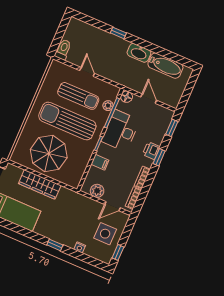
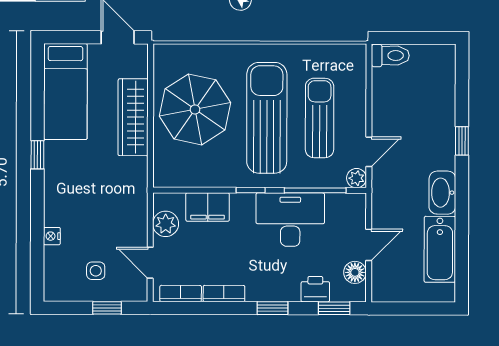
door: (87, 72) -> (369, 152), moved
sun lounger: (78, 96) -> (320, 118), turned 180
floor lamp: (126, 97) -> (355, 272), moved
plant: (108, 106) -> (357, 178), moved
printer: (151, 151) -> (315, 289), moved
filing cabinet: (100, 162) -> (208, 207), width x2.00
side table: (105, 234) -> (96, 271), width x0.54, depth x0.54
window: (55, 245) -> (37, 155), moved
window: (118, 252) -> (107, 308), moved

